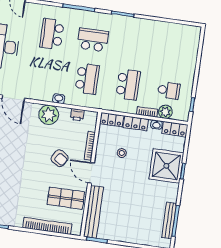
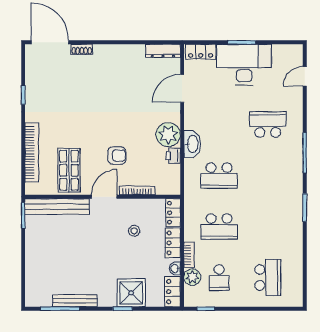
school desk: (93, 40) -> (268, 277), moved
washbasin: (59, 99) -> (192, 144), width x1.91, depth x1.45
printer: (77, 115) -> (173, 156), moved
armchair: (60, 158) -> (117, 155), turned -122
shower: (166, 166) -> (131, 293), width x0.73, depth x0.73
bench: (169, 221) -> (75, 301), moved

